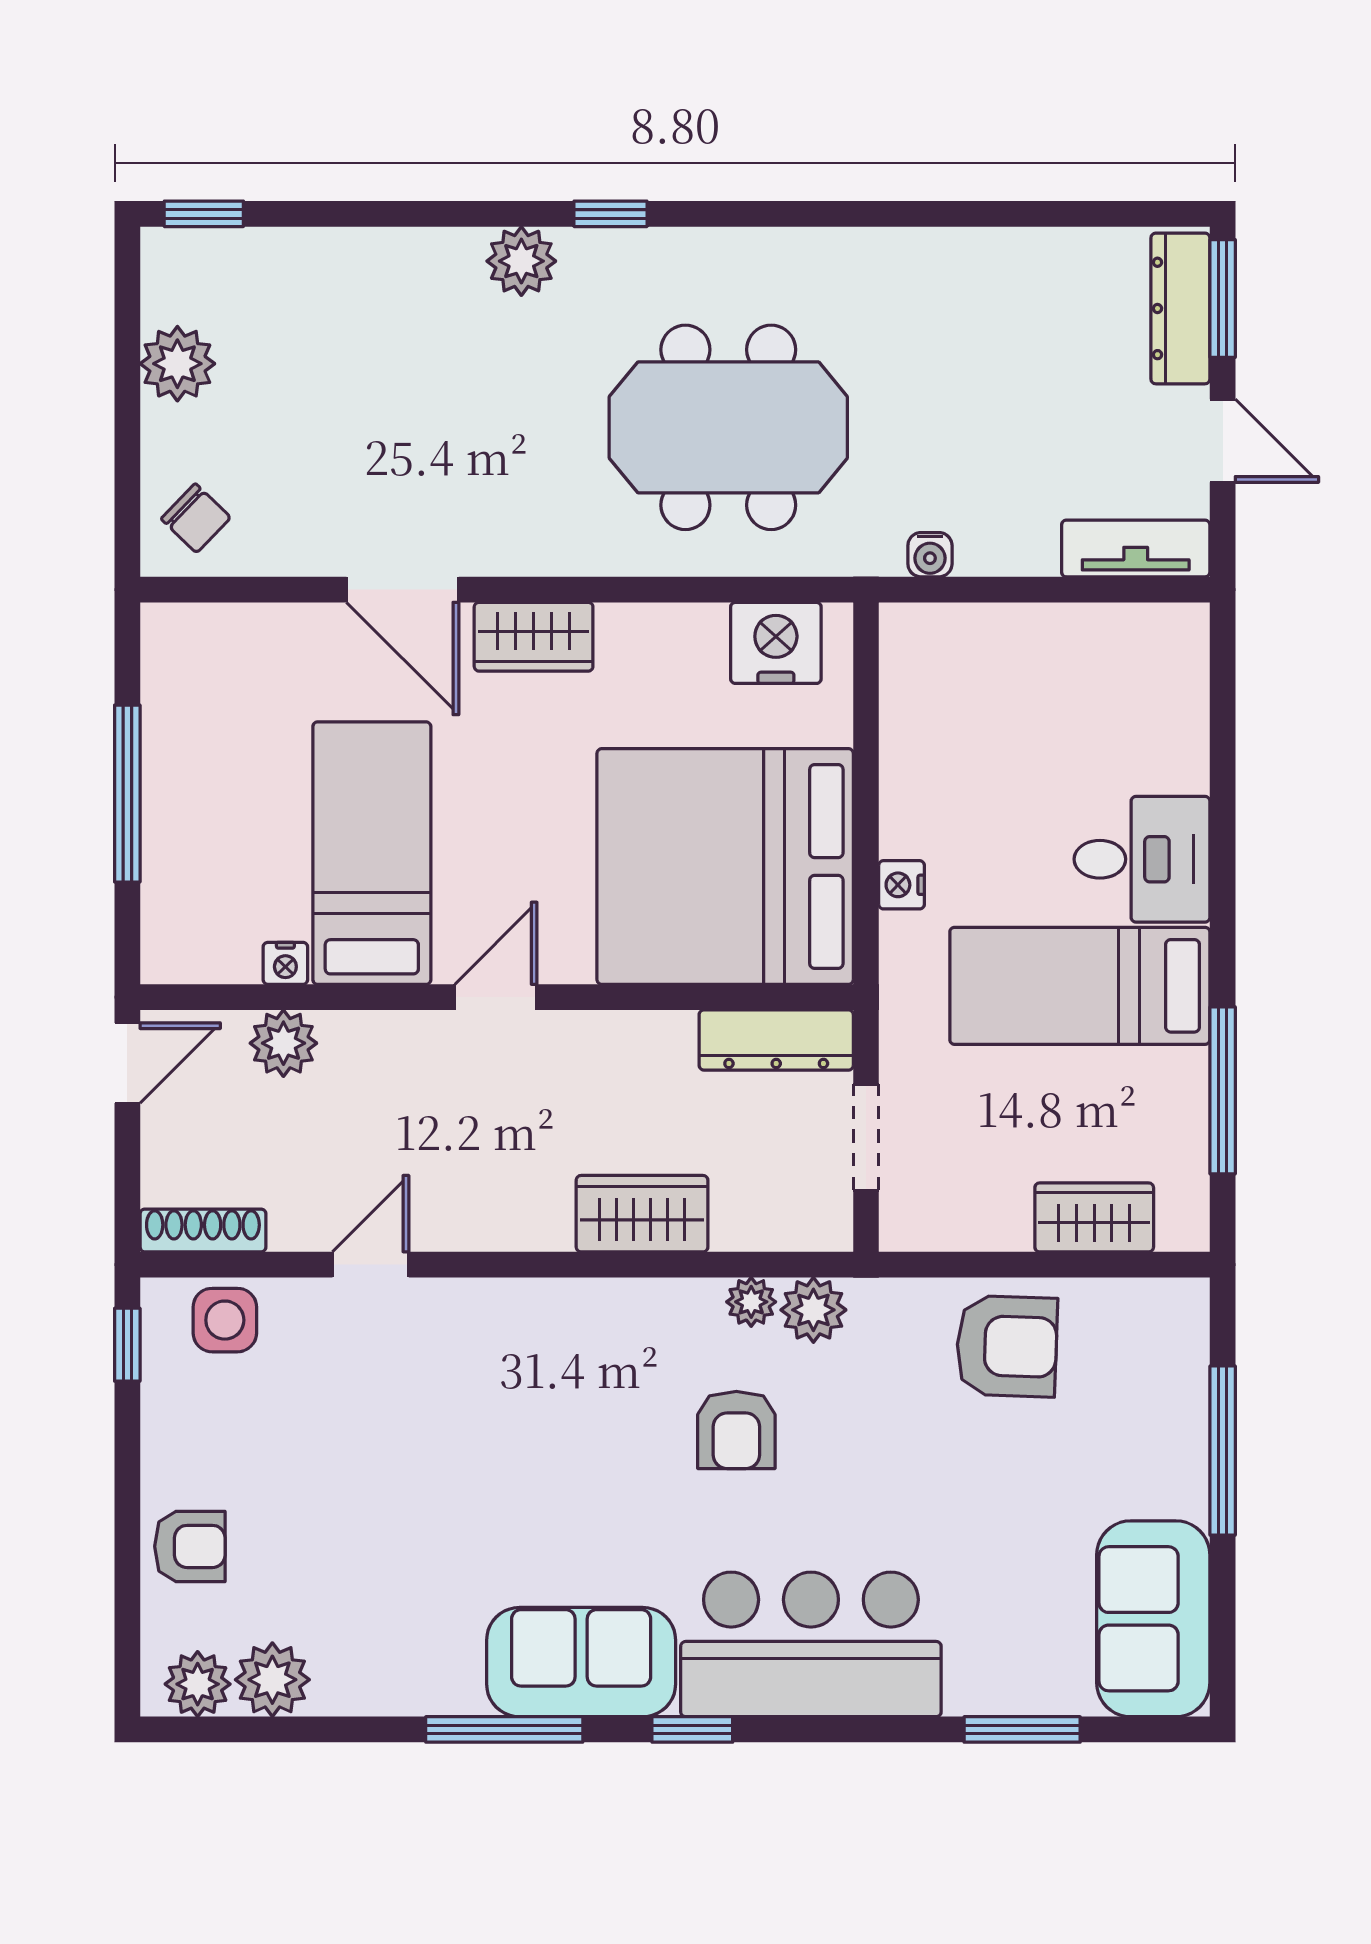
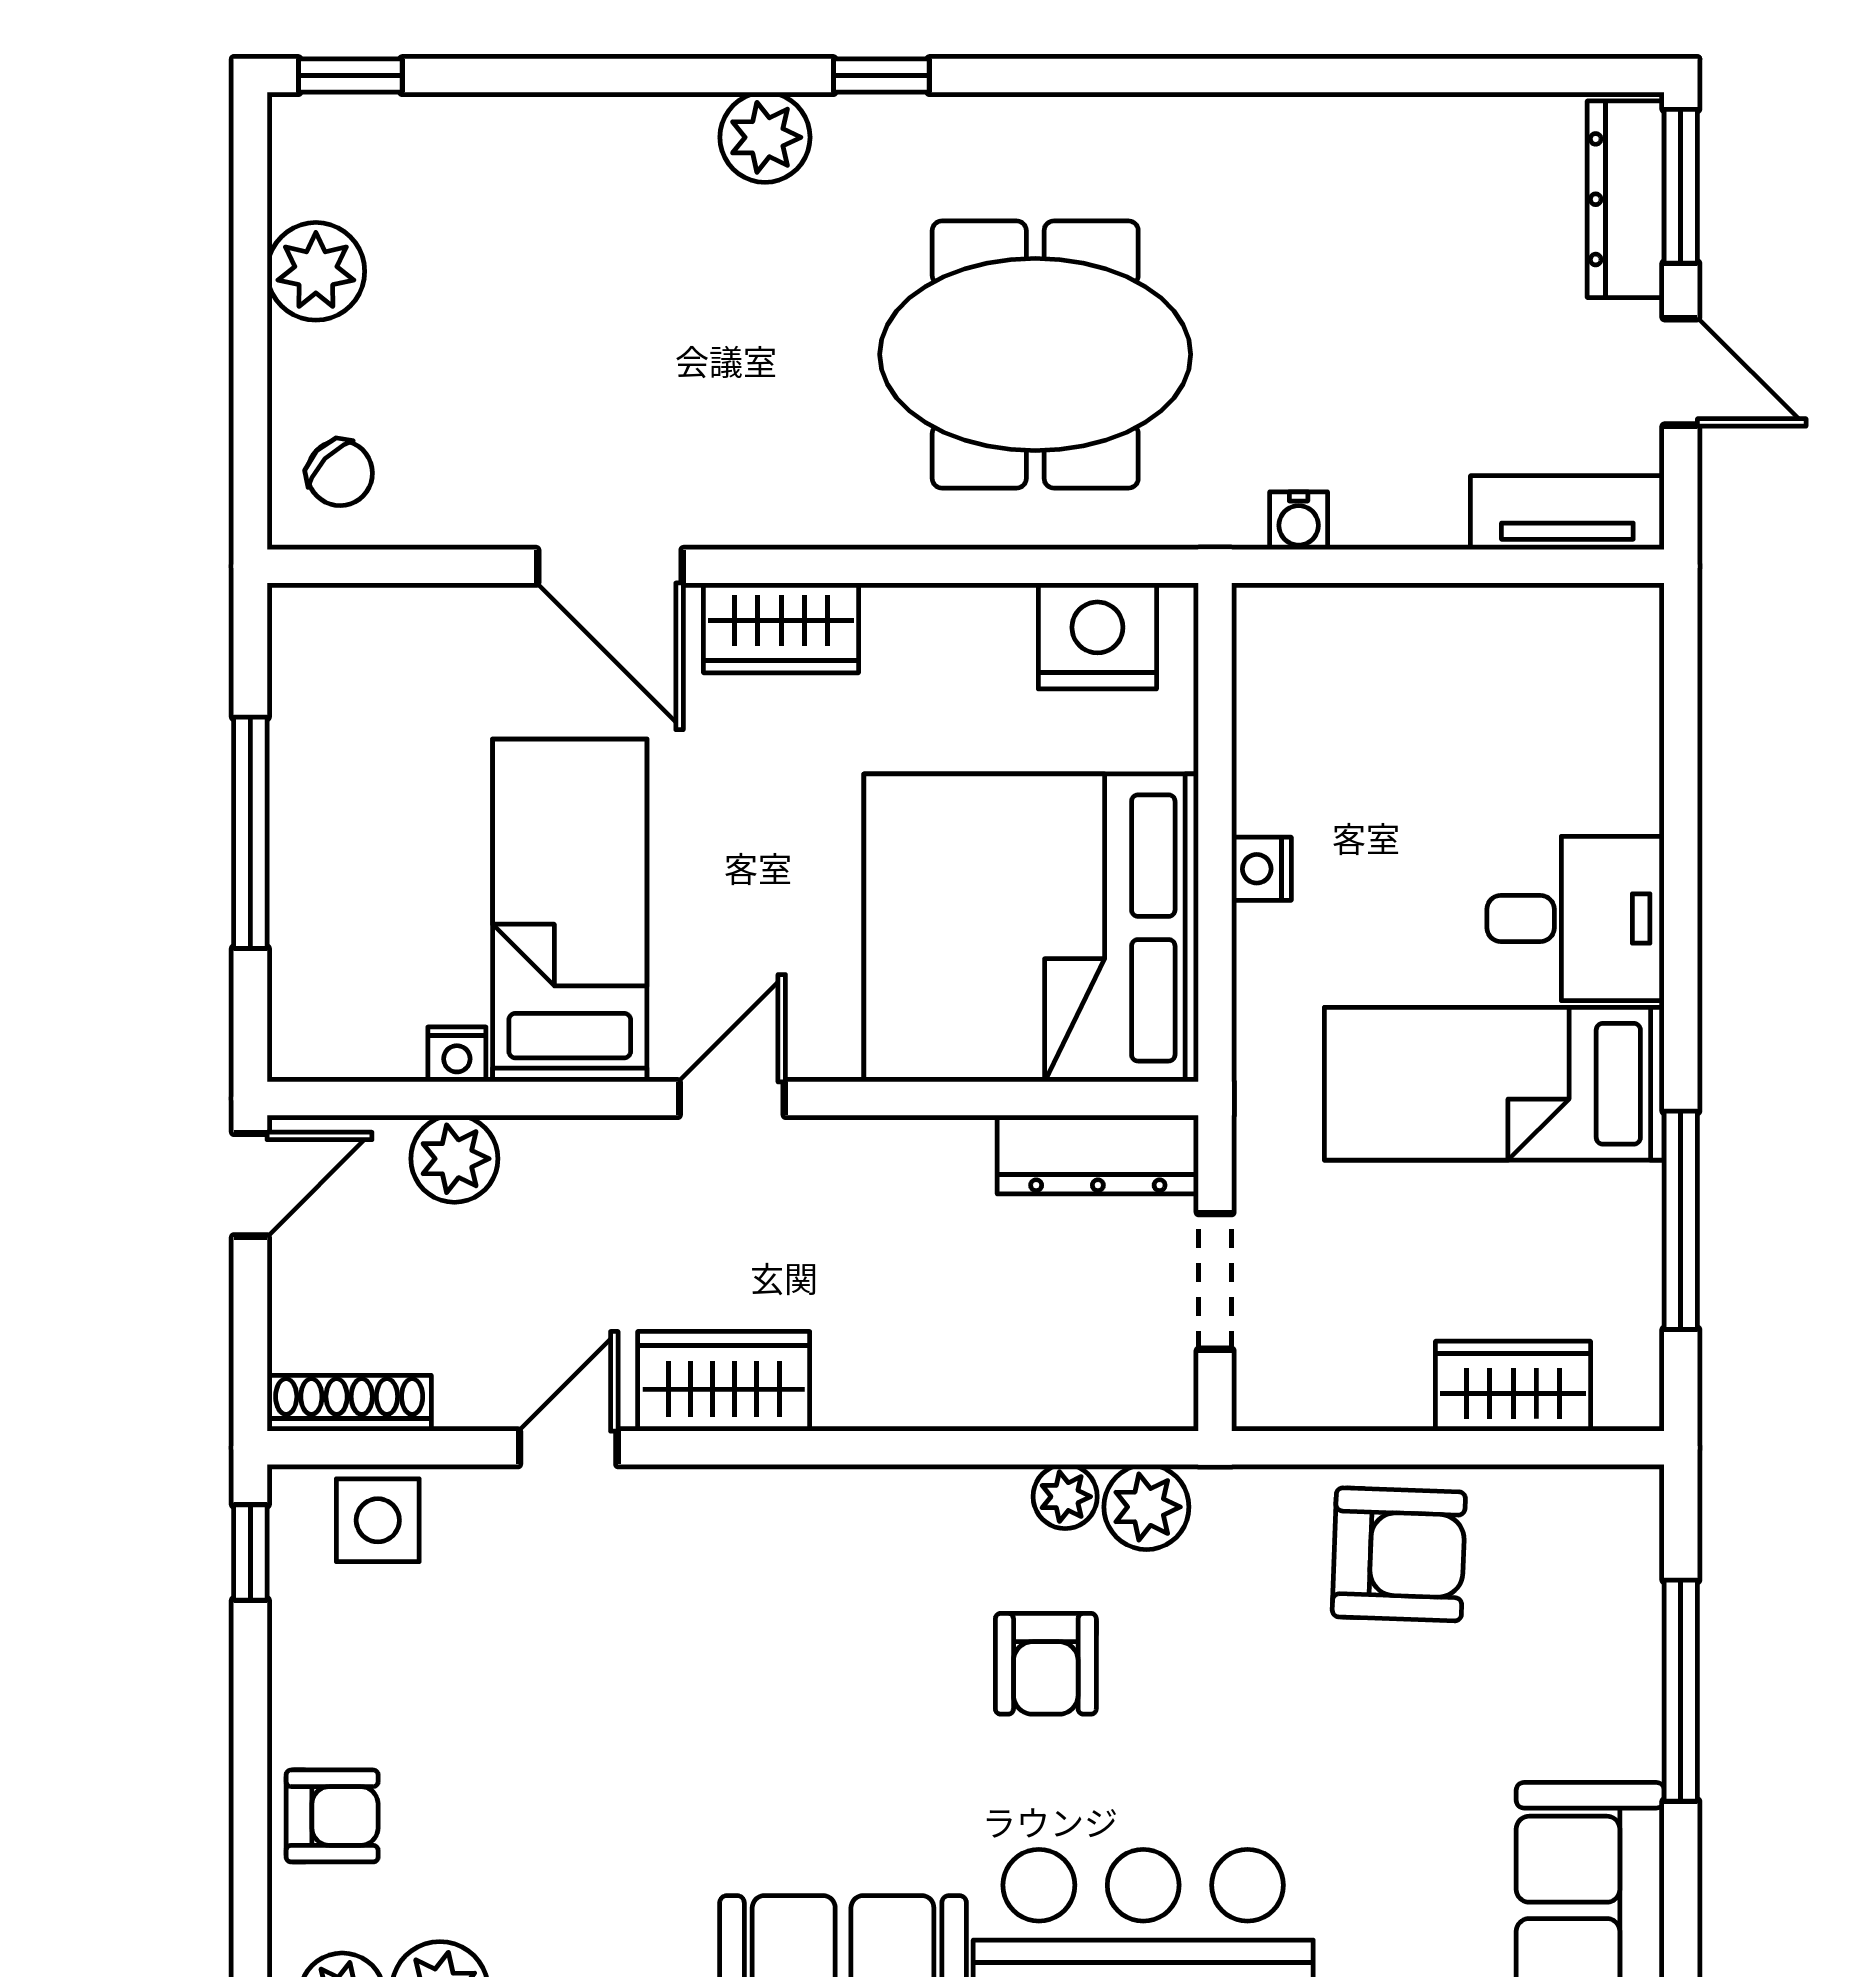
nightstand: (902, 885) -> (1262, 869), moved
wardrobe: (642, 1214) -> (724, 1381), moved

